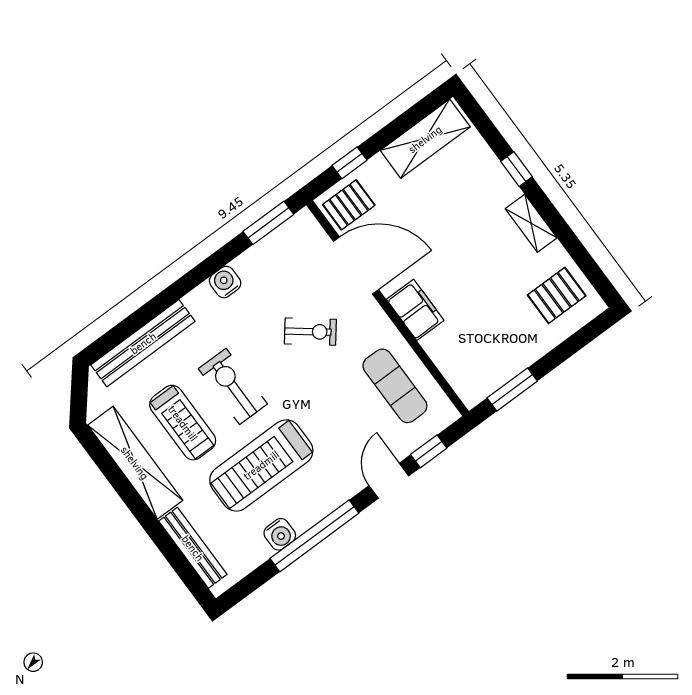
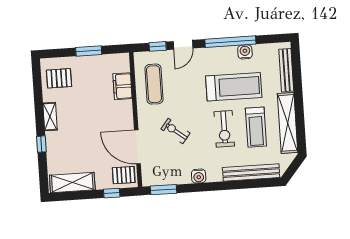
filing cabinet: (415, 310) -> (123, 86), moved
window: (512, 390) -> (89, 51), moved
treadmill: (183, 423) -> (256, 127), turned 180

